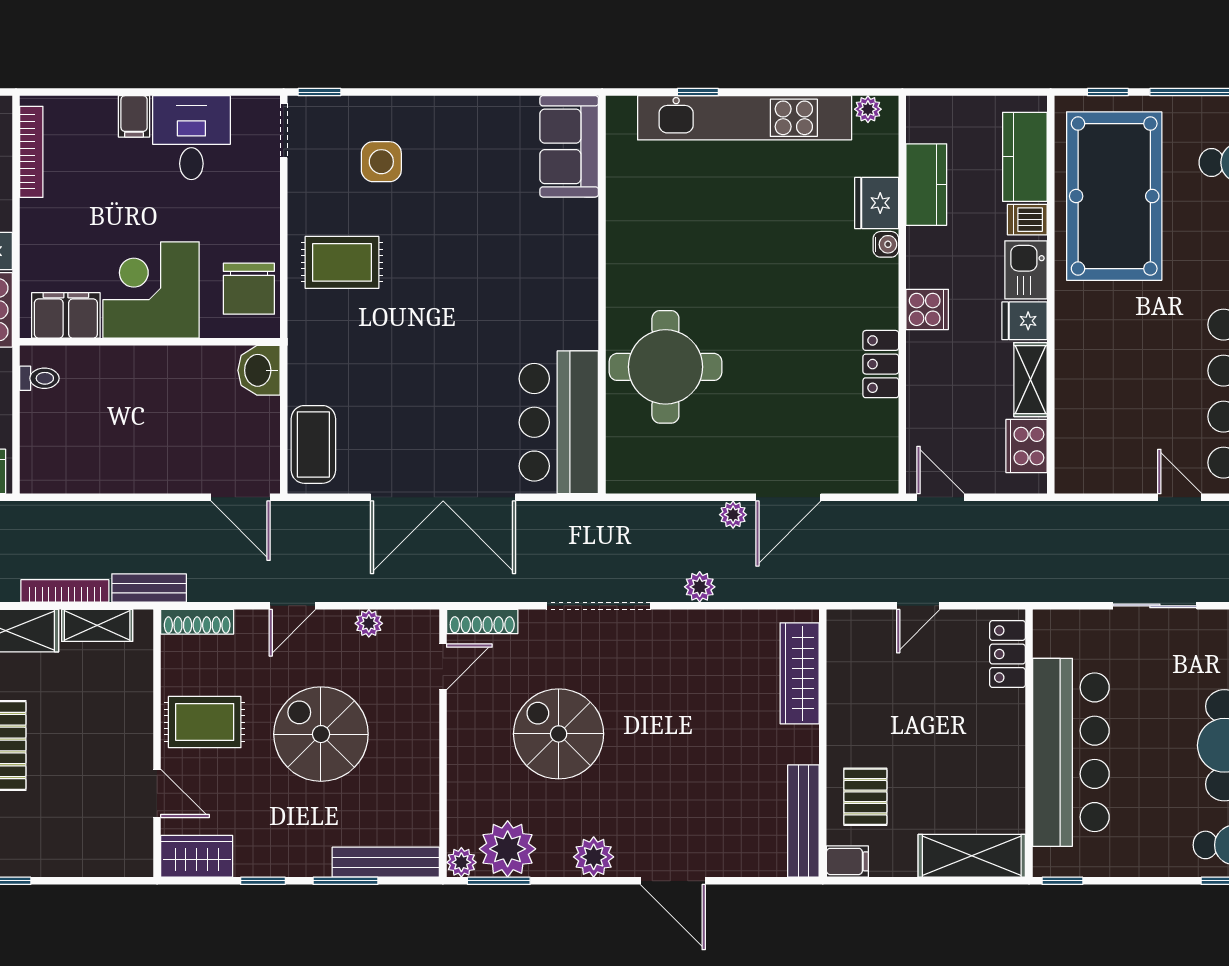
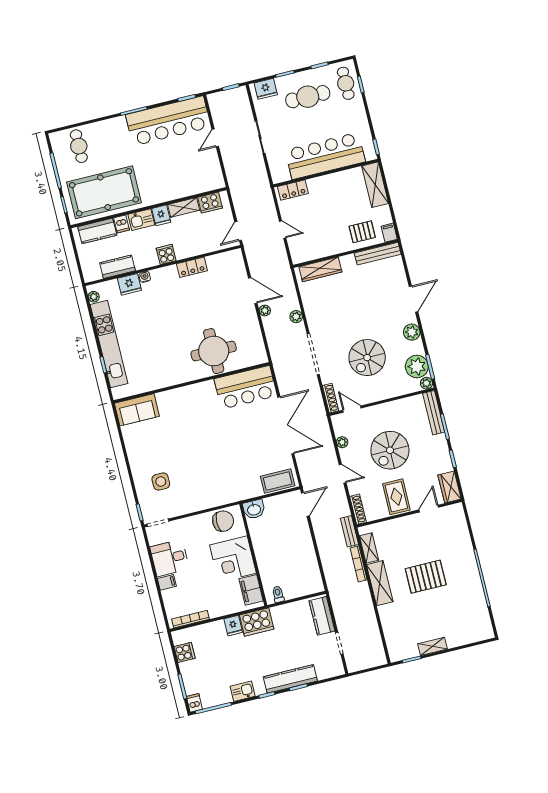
rug: (342, 262) -> (204, 487), removed

